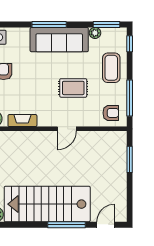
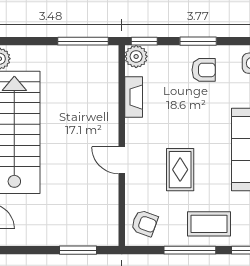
window: (130, 98) -> (190, 250), moved
armchair: (111, 113) -> (144, 223), turned -70

